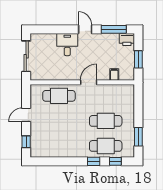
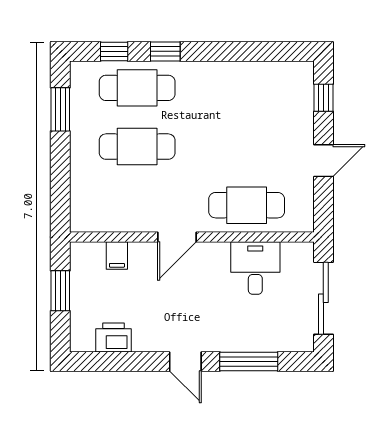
window: (114, 29) -> (249, 361), moved
printer: (127, 40) -> (113, 337), moved
desk: (67, 45) -> (255, 268), moved, turned 180

